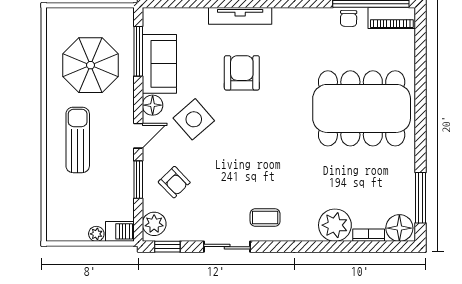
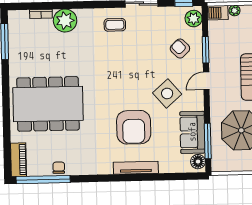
piano: (392, 18) -> (19, 160), moved, turned 90
armchair: (242, 73) -> (134, 127), width x1.36, depth x1.36
floor lamp: (153, 105) -> (198, 162), moved
floor lamp: (399, 228) -> (19, 20), removed

